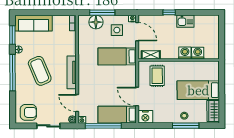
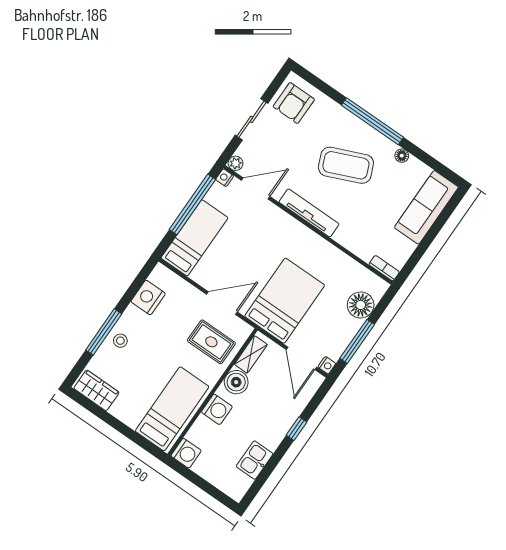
window: (102, 13) -> (357, 341), moved
kitchen sink: (185, 21) -> (255, 460), moved
side table: (117, 30) -> (326, 329), removed
door: (137, 32) -> (301, 358), hinge flipped
window: (12, 35) -> (431, 162), removed
boiler: (167, 53) -> (236, 382), added
washing machine: (198, 53) -> (186, 453), moved
bed: (117, 56) -> (285, 301), width x1.50
bed: (198, 90) -> (172, 409), moved
door: (137, 97) -> (222, 303), moved
nightstand: (145, 117) -> (148, 297), moved

